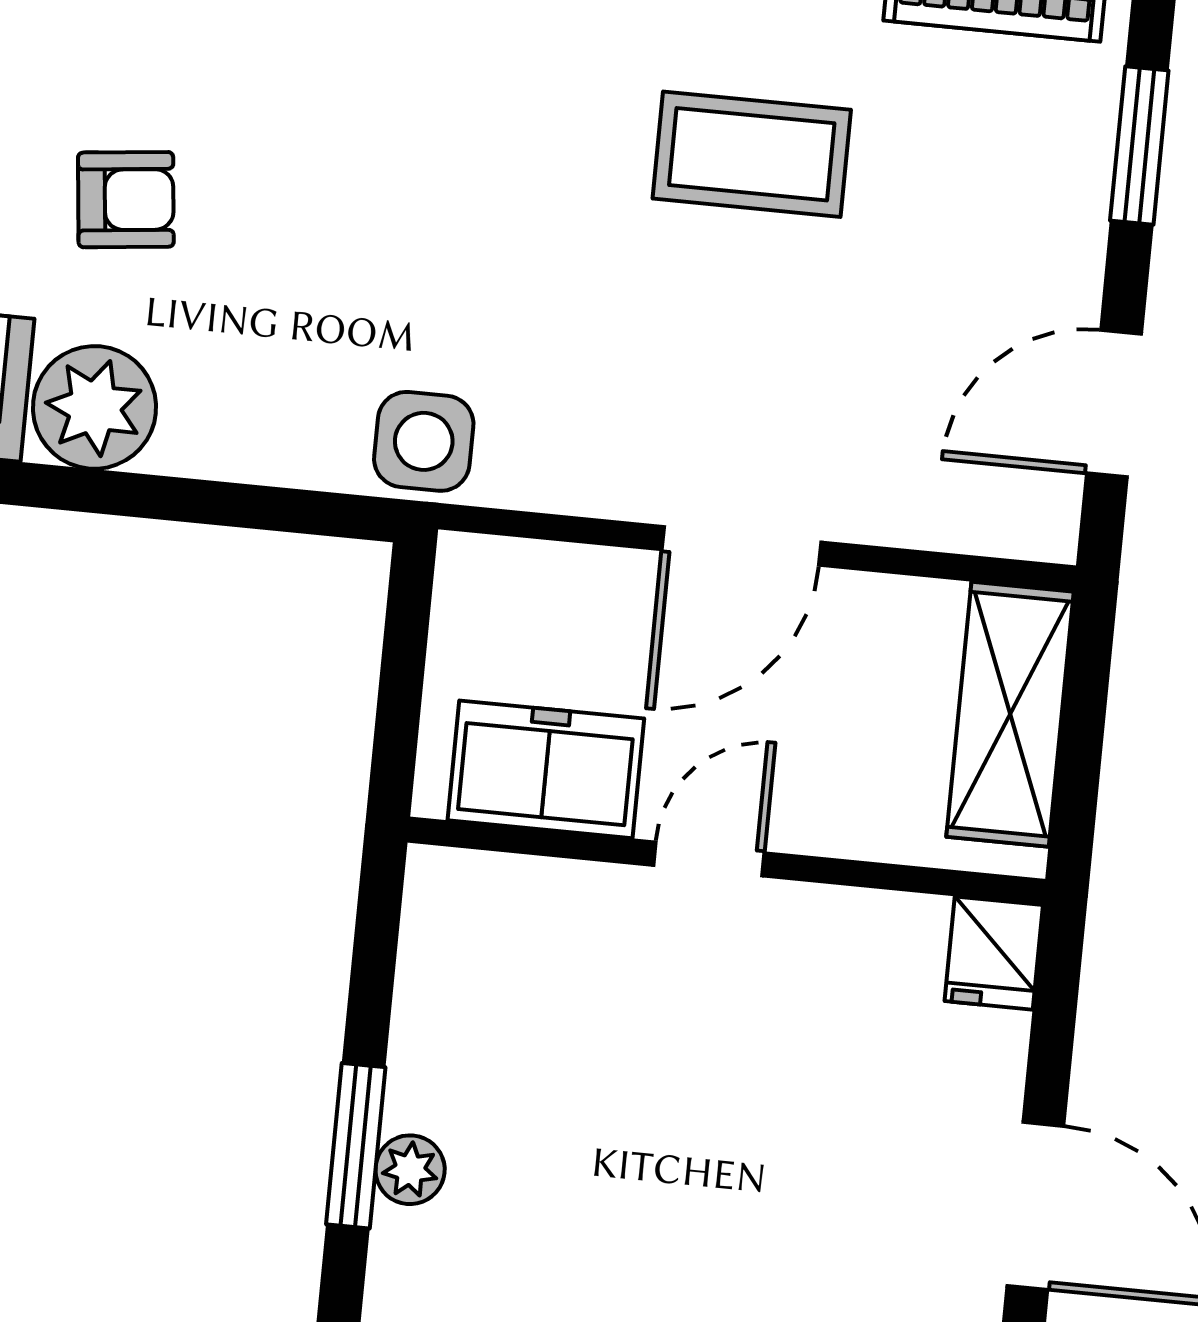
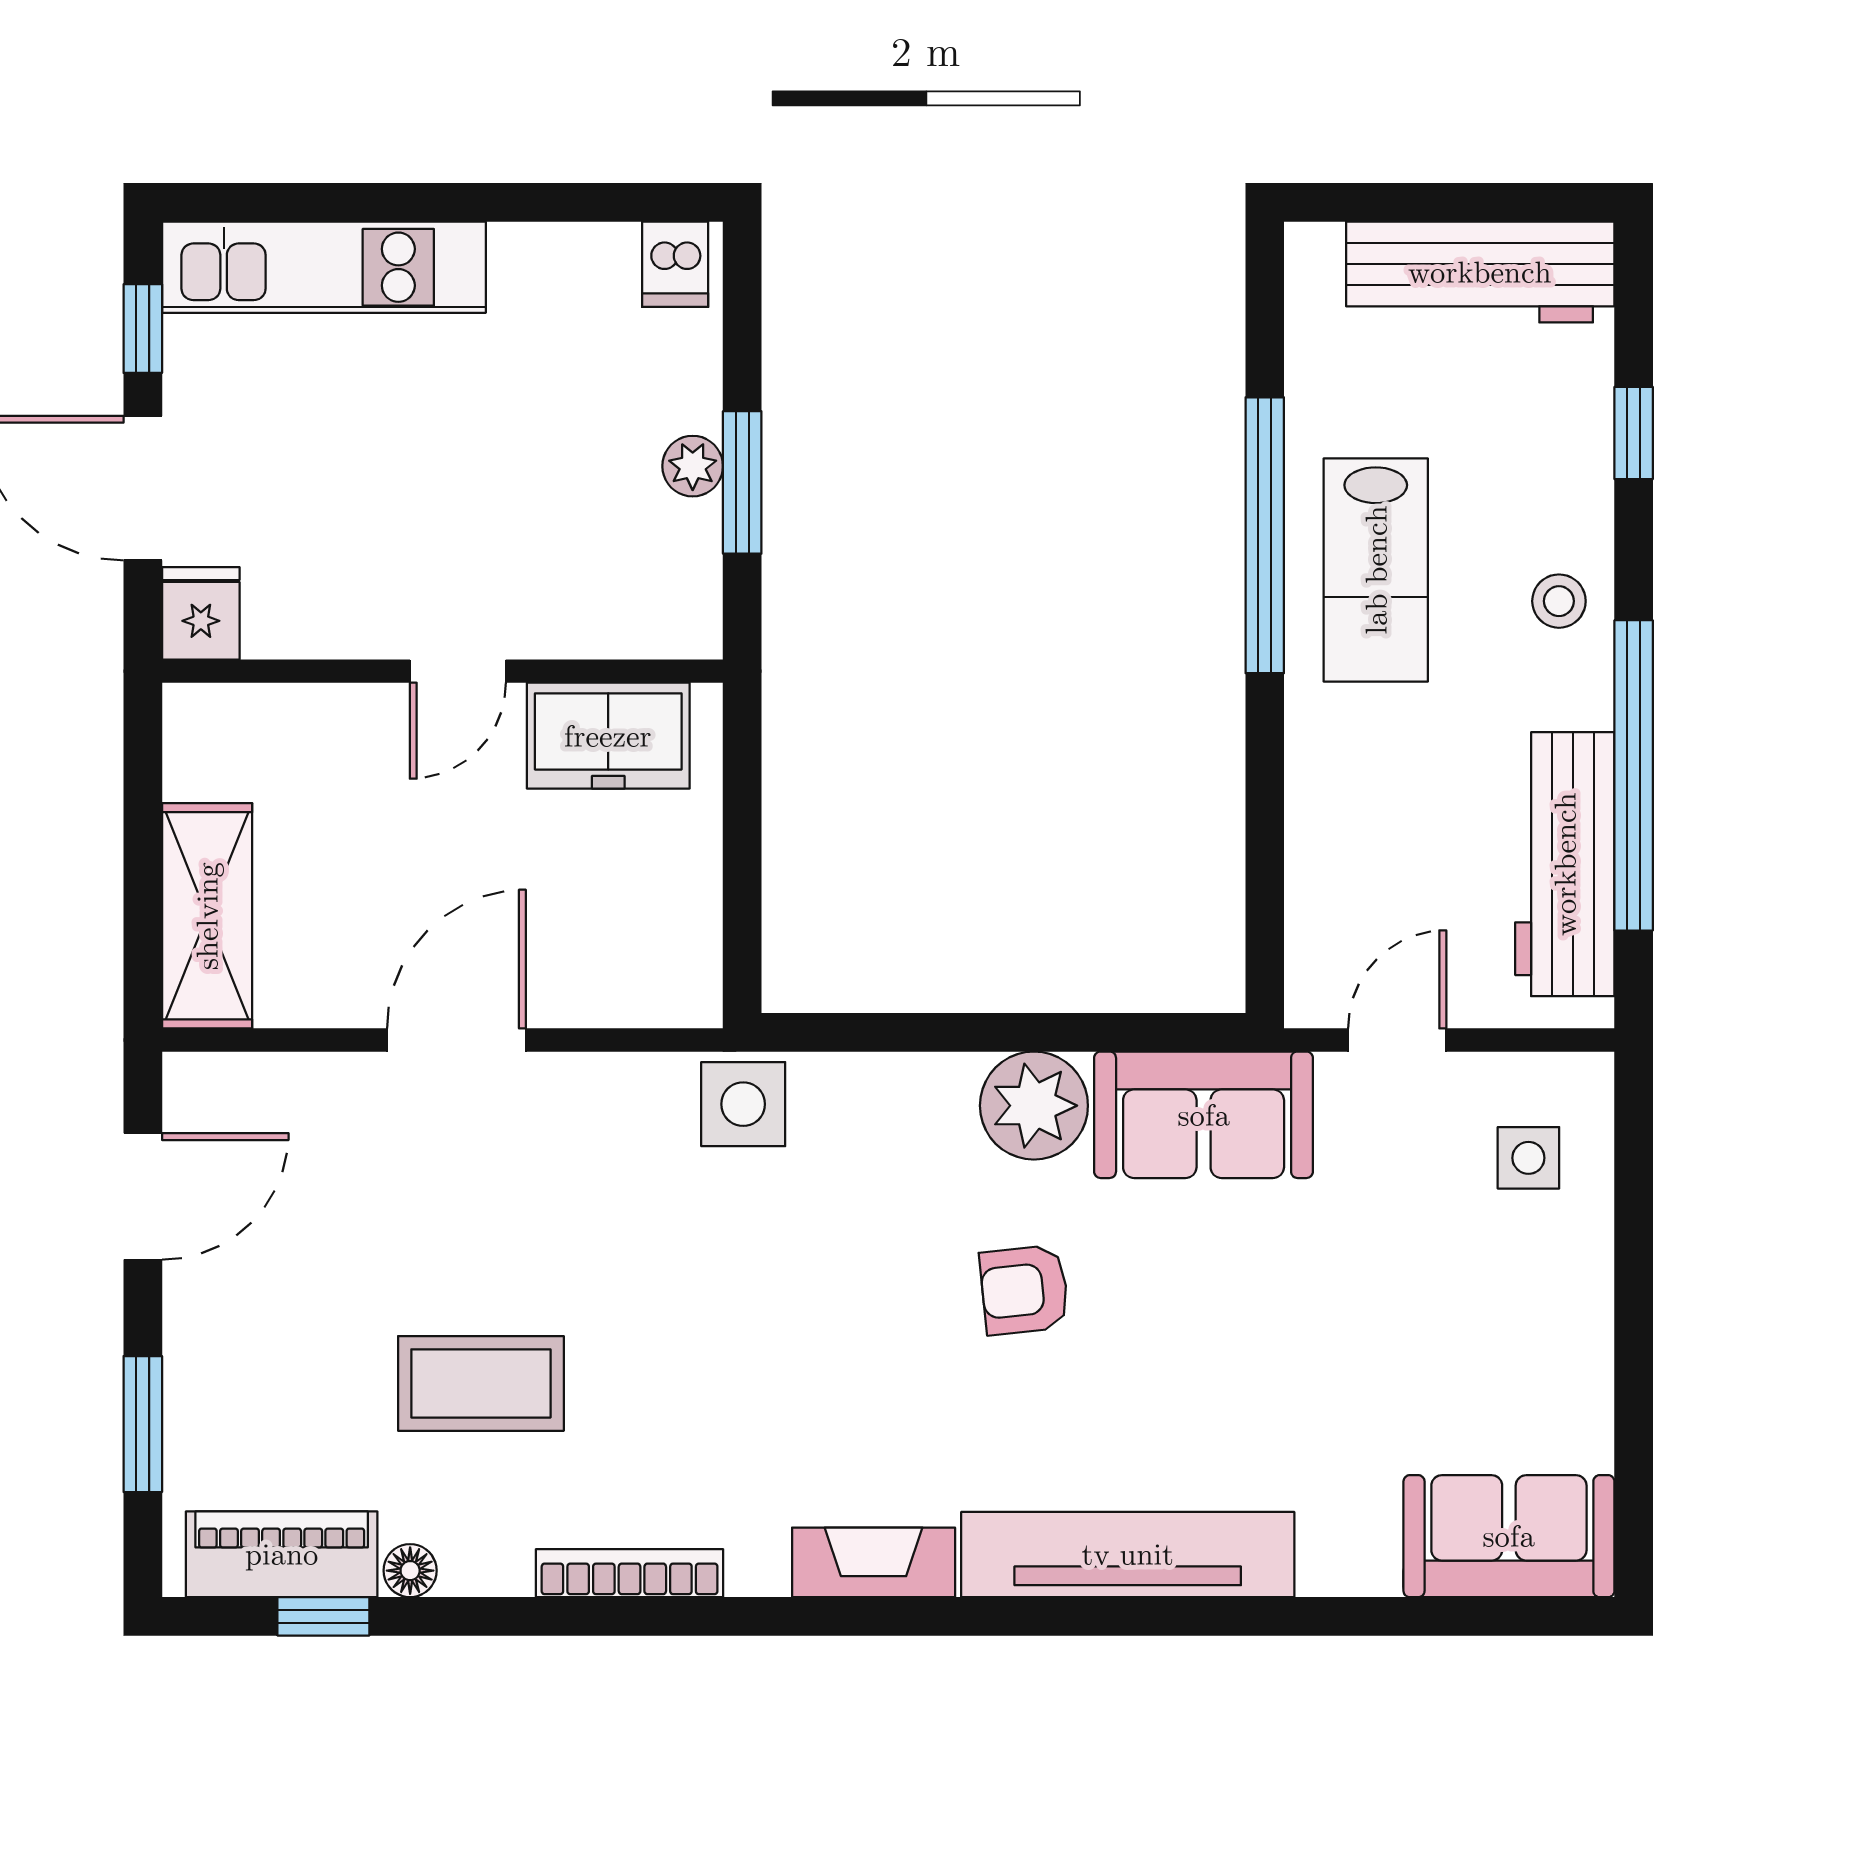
freezer: (546, 769) -> (608, 736), moved
door: (709, 859) -> (458, 671), moved
wall: (726, 861) -> (443, 671), moved
fridge: (994, 953) -> (201, 613), moved

